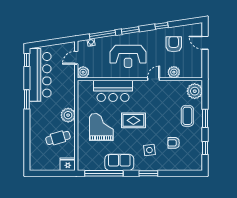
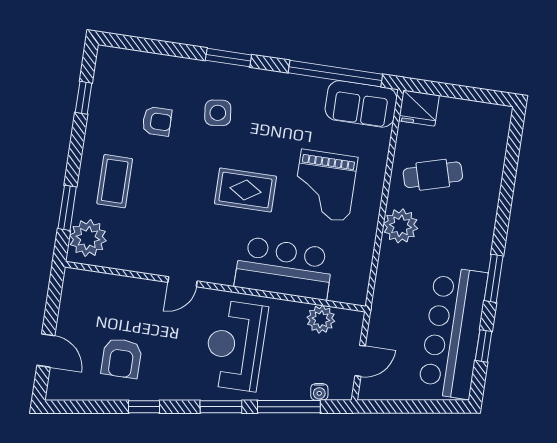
reception desk: (128, 56) -> (235, 346), turned -90
window: (27, 60) -> (484, 346), moved
plant: (83, 72) -> (321, 319), moved
plant: (174, 72) -> (131, 291), removed
window: (205, 118) -> (67, 208), moved
sofa: (119, 162) -> (361, 104), moved

